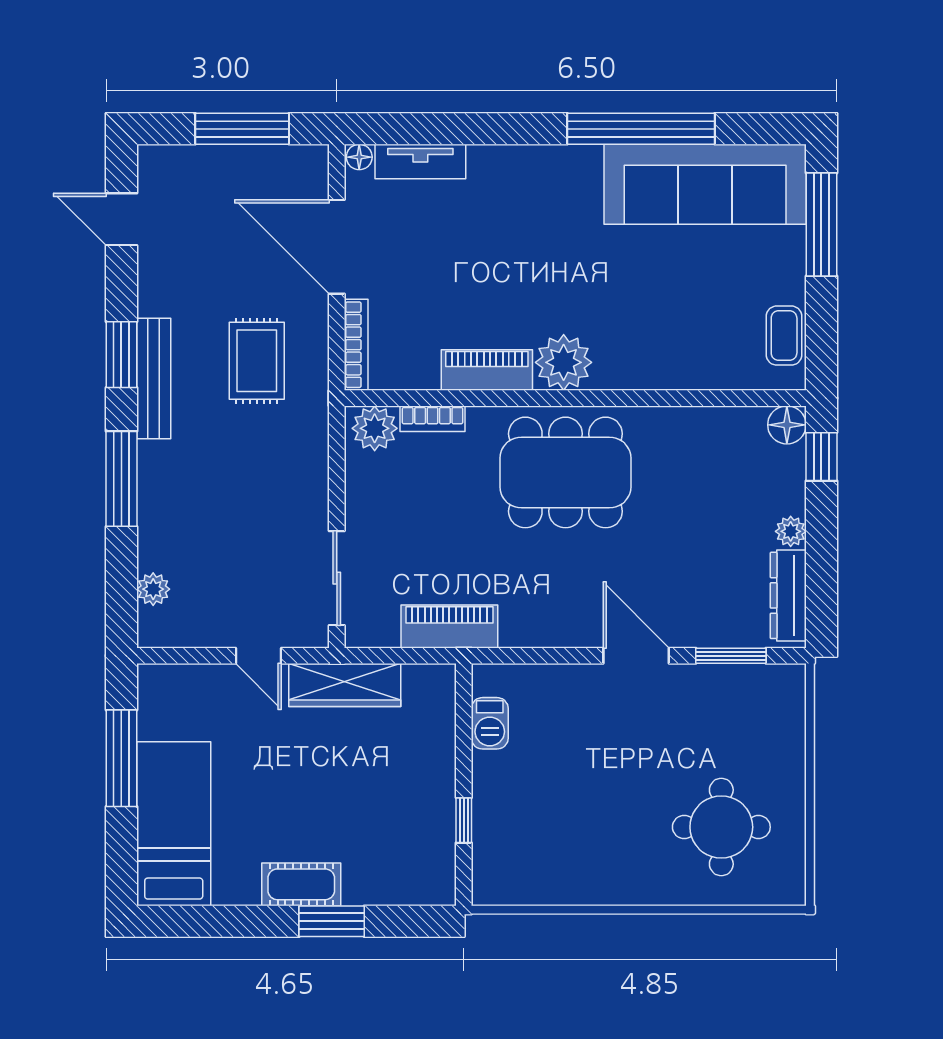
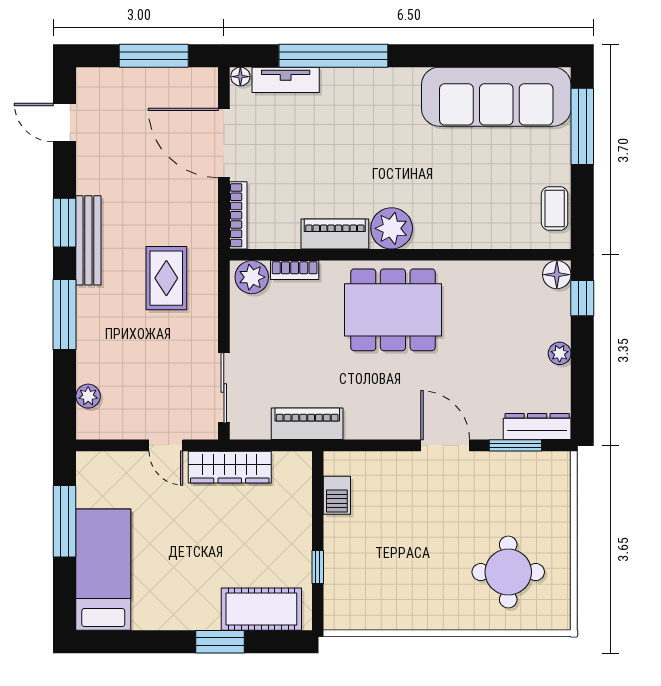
window: (641, 129) -> (333, 56), moved
rug: (257, 361) -> (166, 278), moved
dresser: (788, 595) -> (537, 426), moved, turned 90
cot: (301, 884) -> (261, 609), moved, width x1.37, depth x1.34

